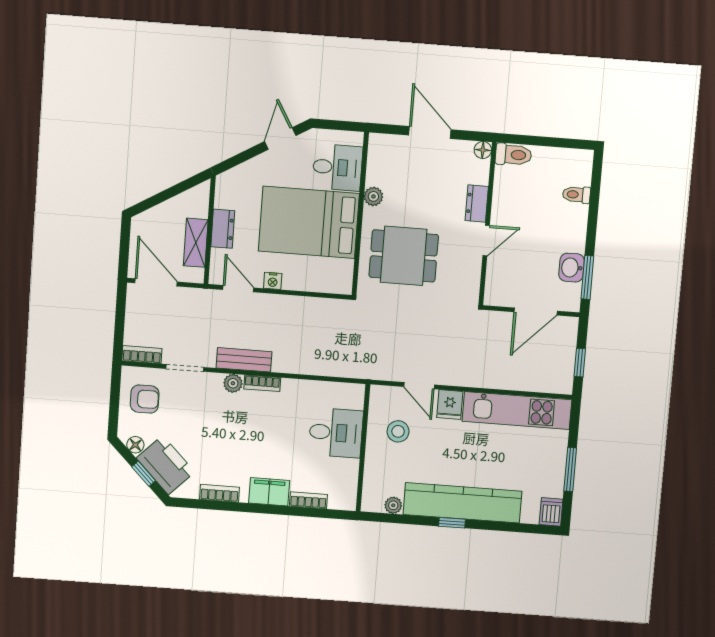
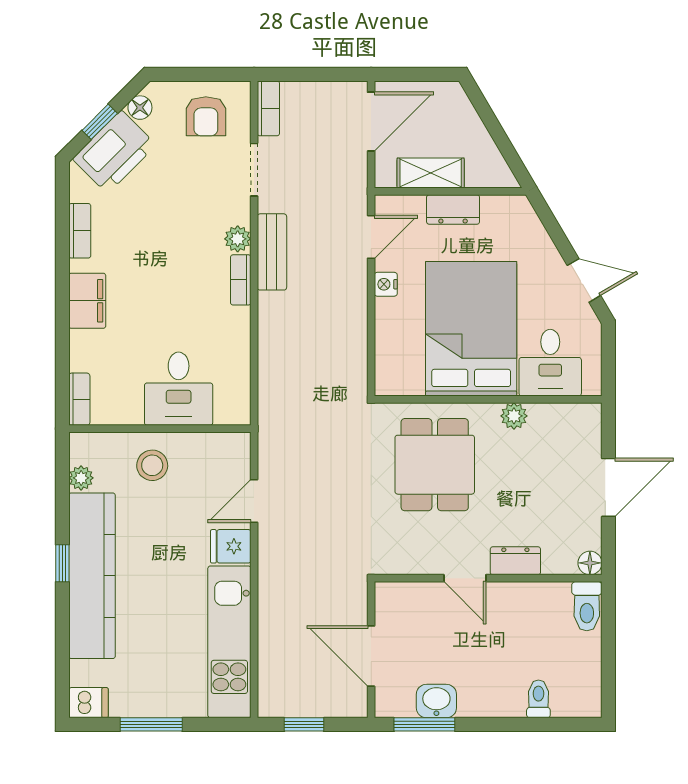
stool: (398, 431) -> (152, 465), moved
bookcase: (308, 500) -> (79, 399), moved

